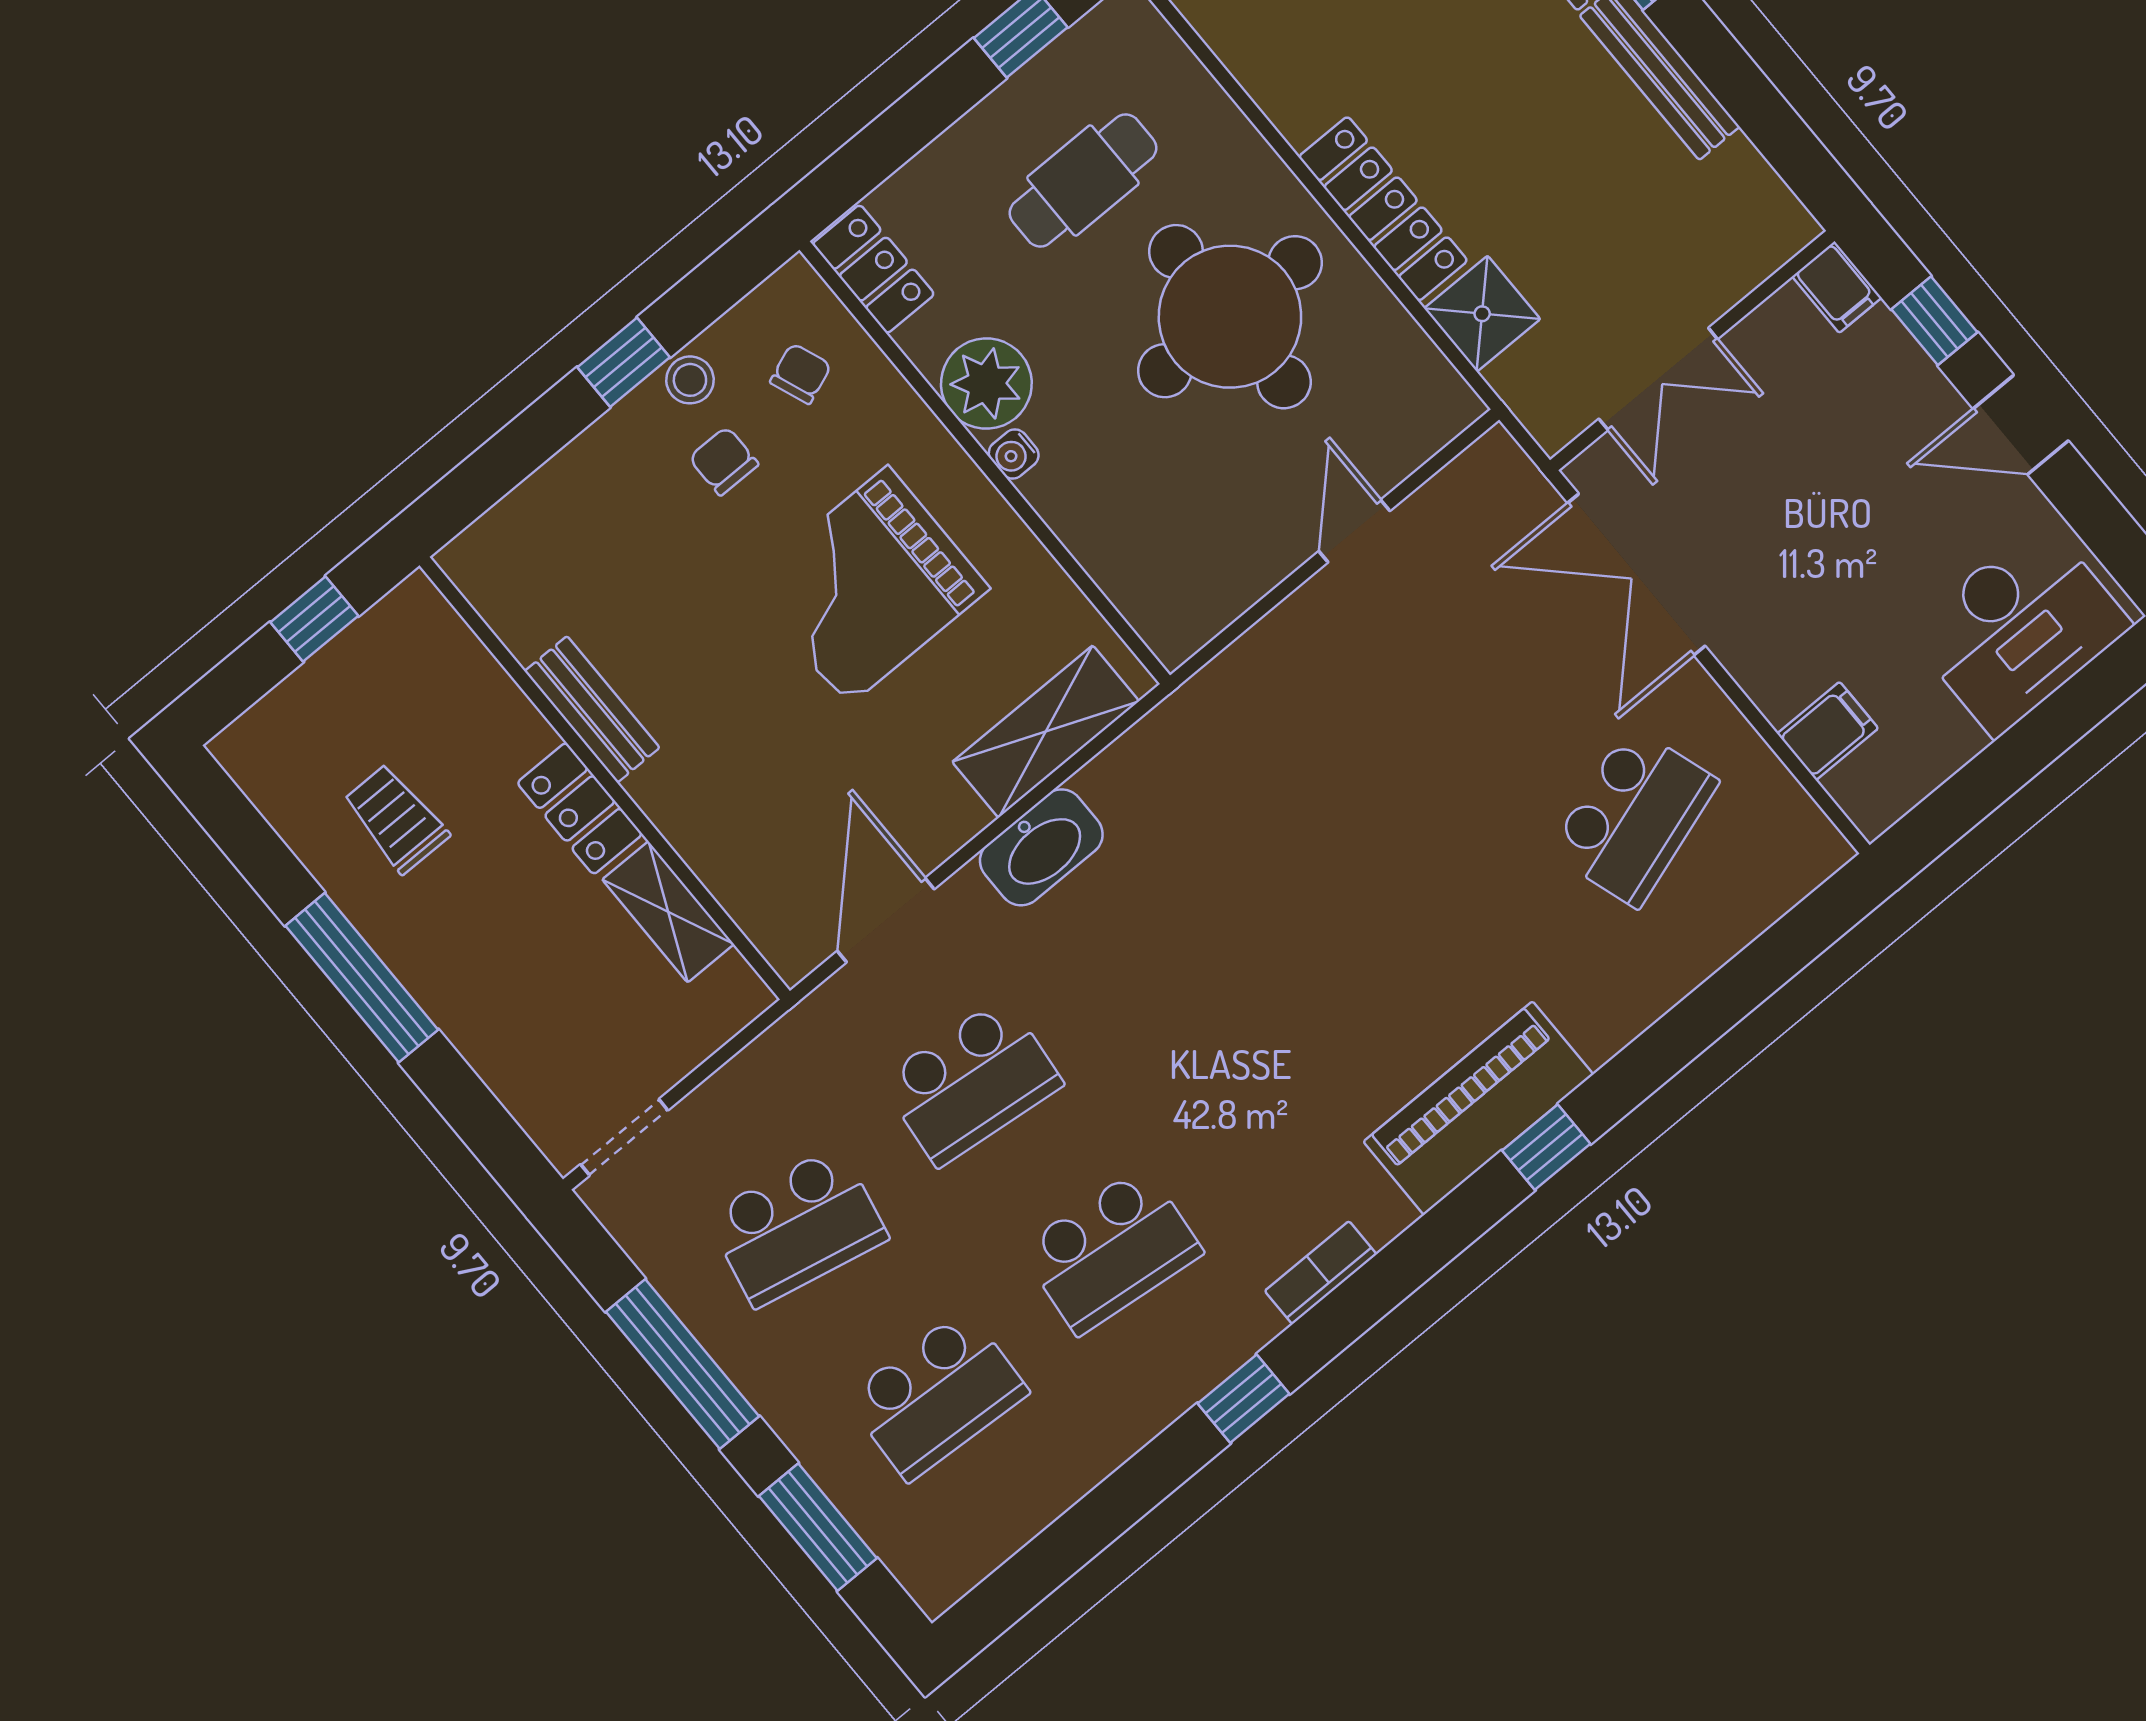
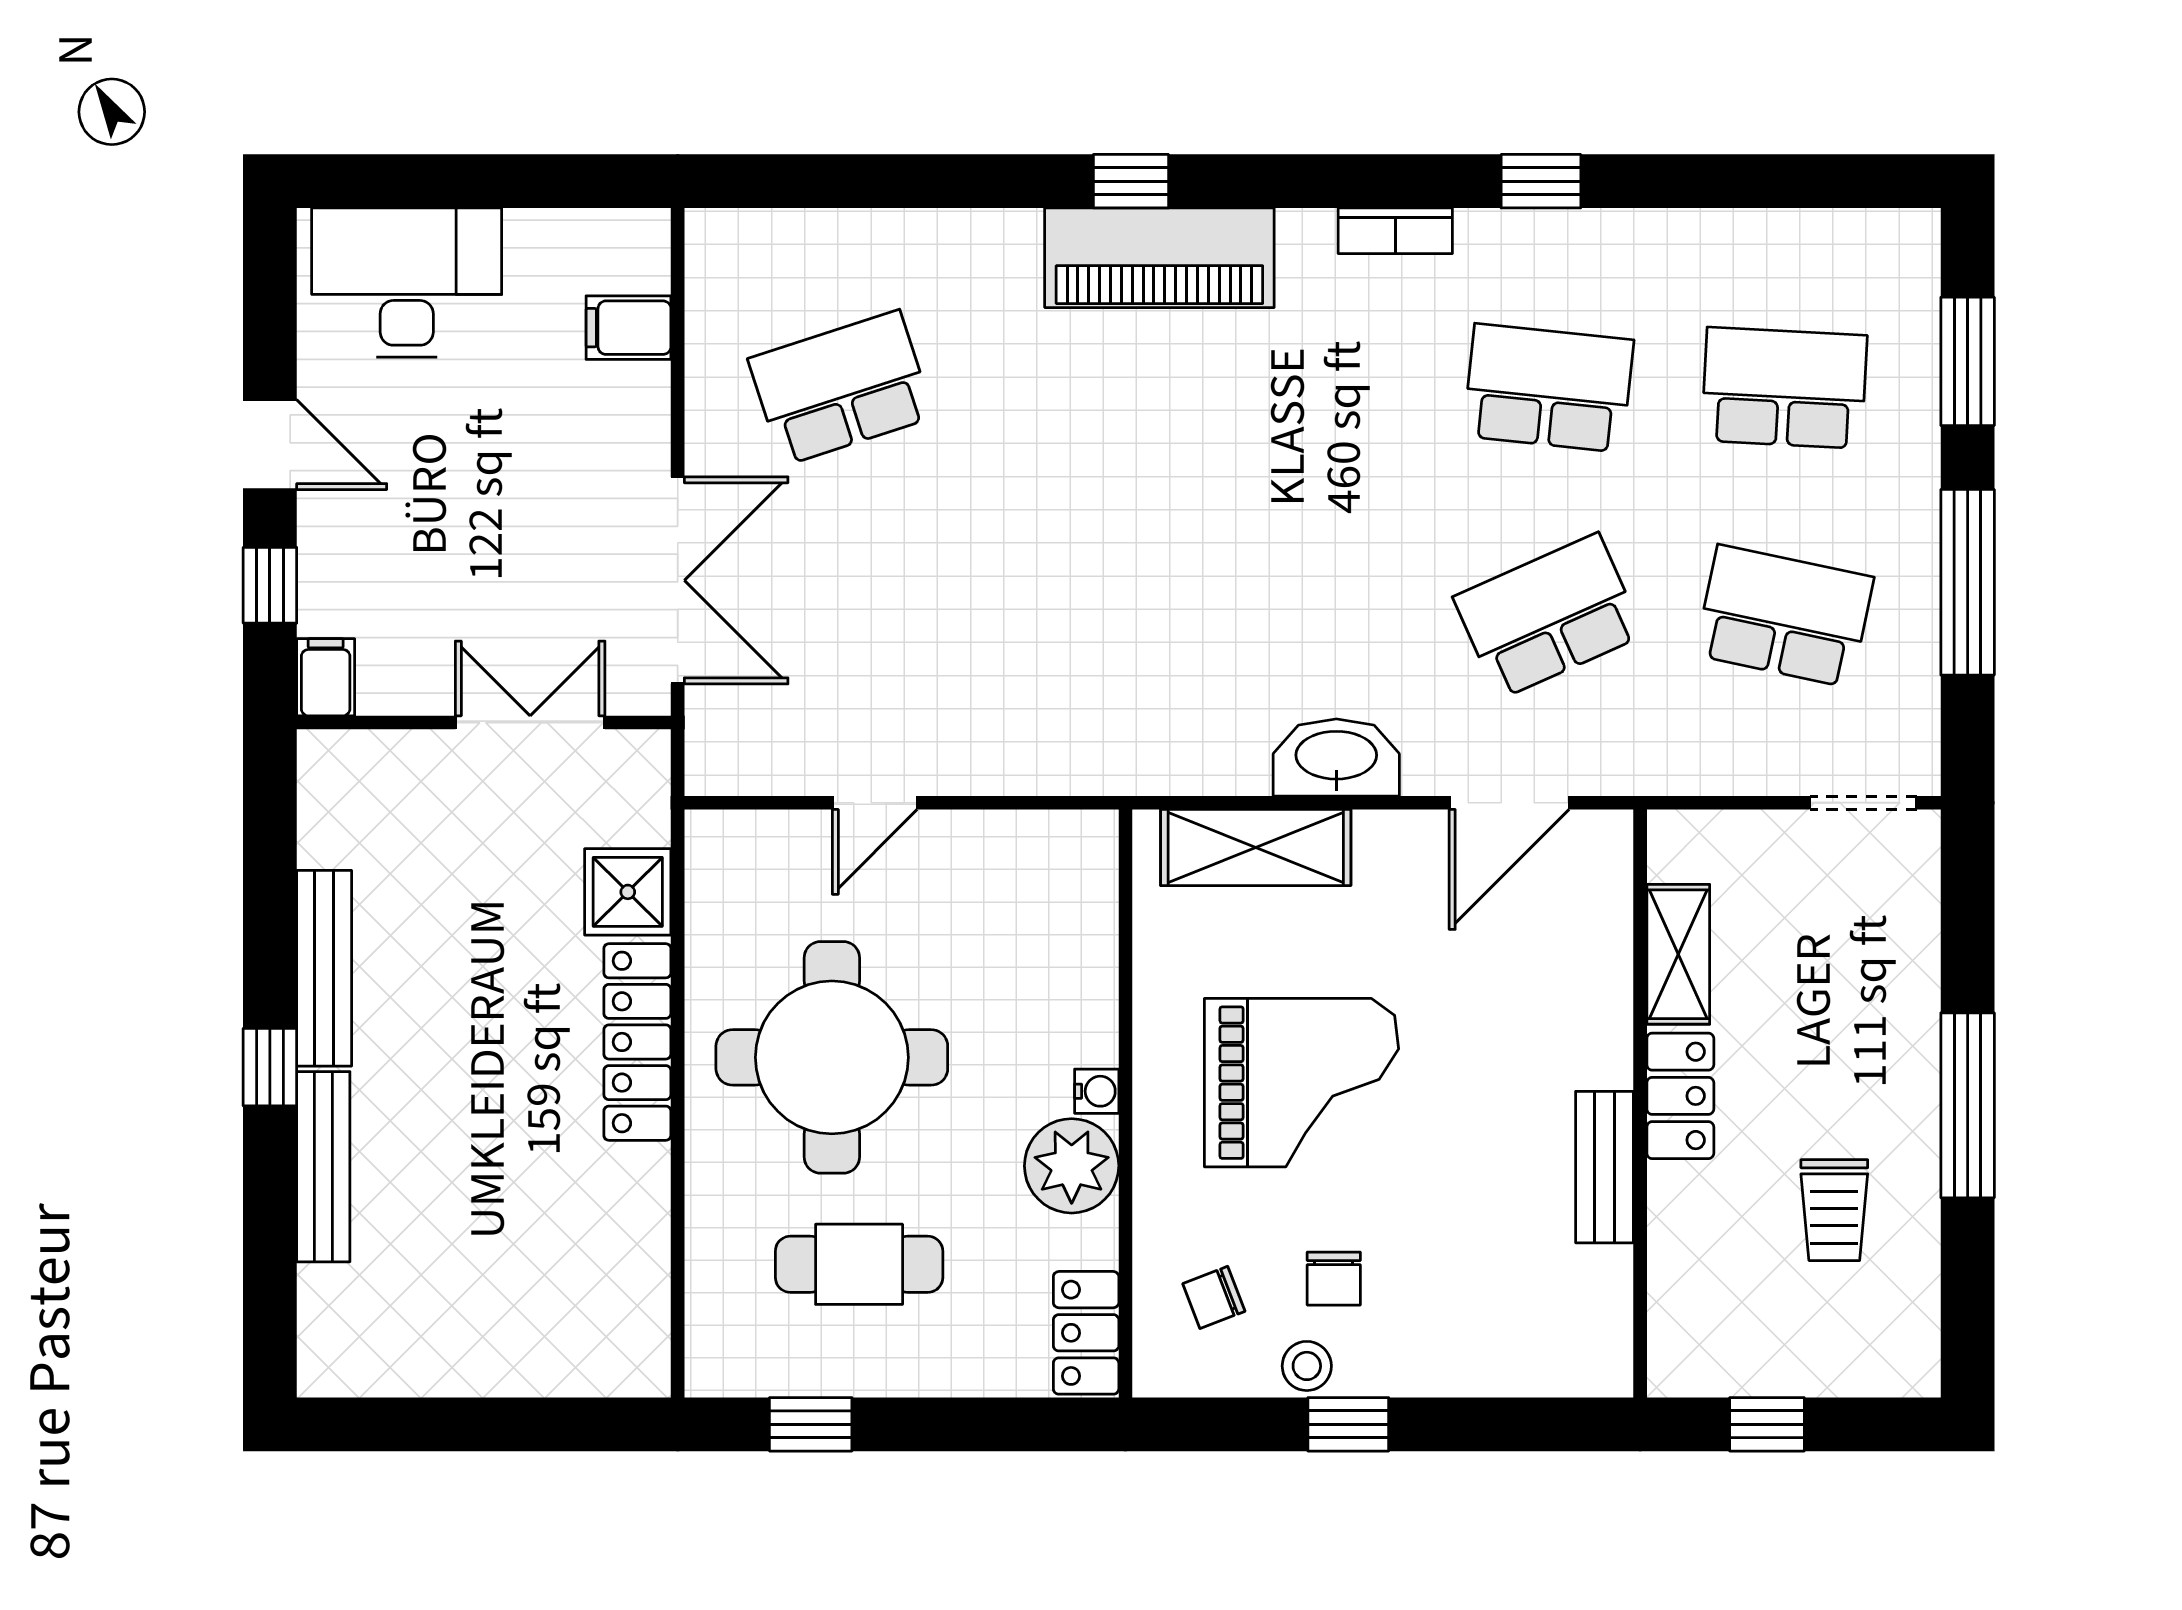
school desk: (971, 1082) -> (1548, 616), turned -30

